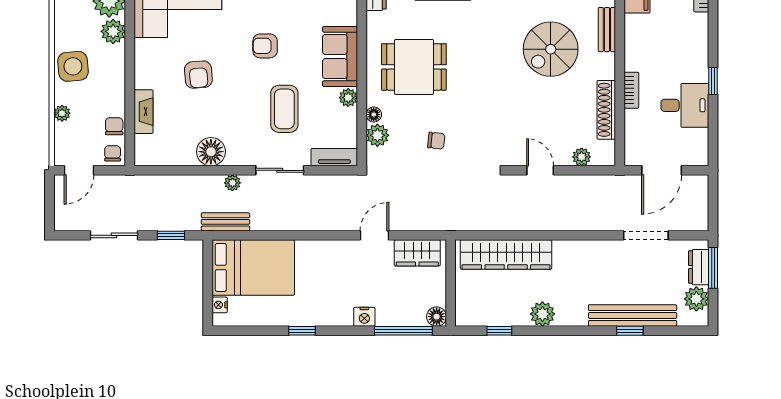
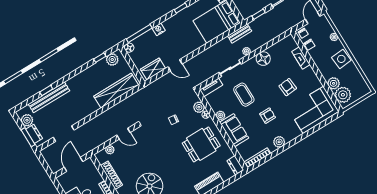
door: (375, 235) -> (175, 65), hinge flipped
plant: (542, 314) -> (112, 59), moved

